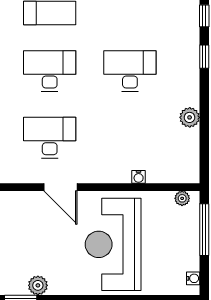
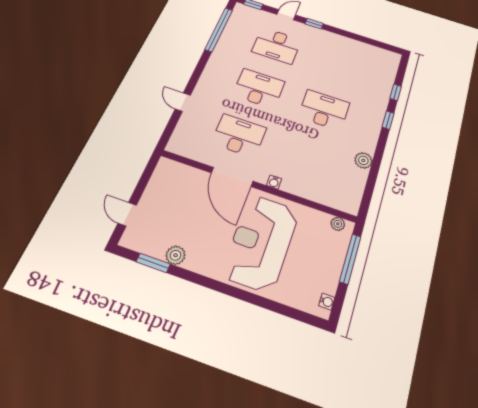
water cooler: (139, 177) -> (274, 182), moved
door: (60, 187) -> (232, 177), width x1.36

